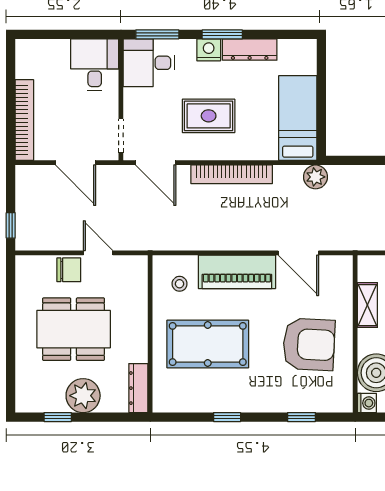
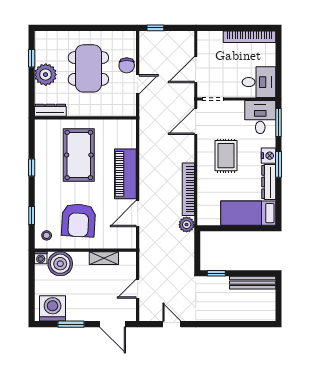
bed: (298, 118) -> (248, 213), moved, turned 180
bookcase: (24, 120) -> (250, 37), moved
bookcase: (232, 174) -> (188, 189), moved
stool: (180, 284) -> (47, 235), moved

